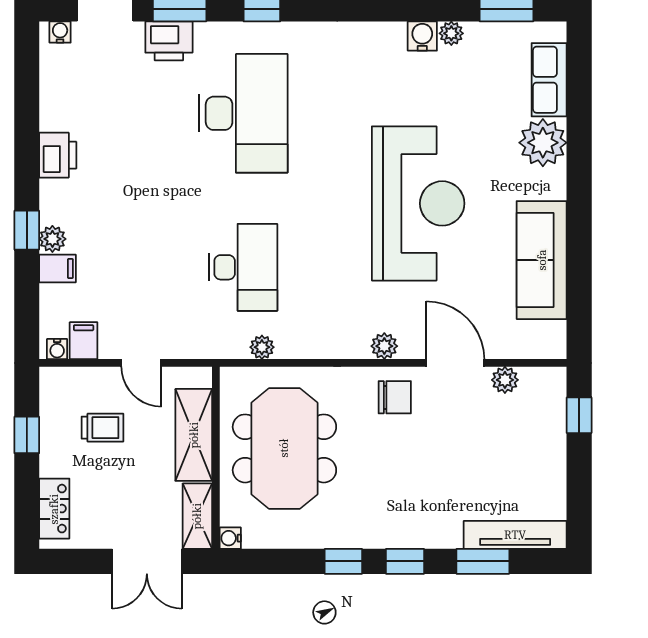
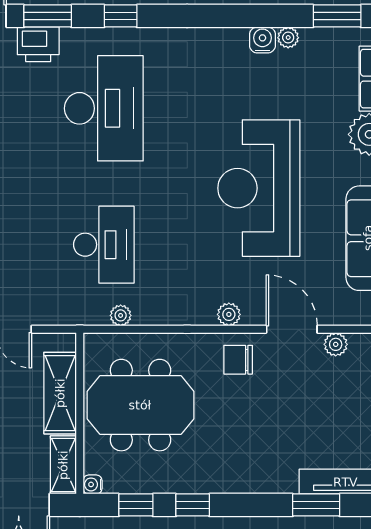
reception desk: (418, 203) -> (259, 188), turned 180
chair: (395, 397) -> (238, 360), turned 180
meeting table: (284, 448) -> (140, 405), turned 90
window: (405, 561) -> (136, 505), moved

